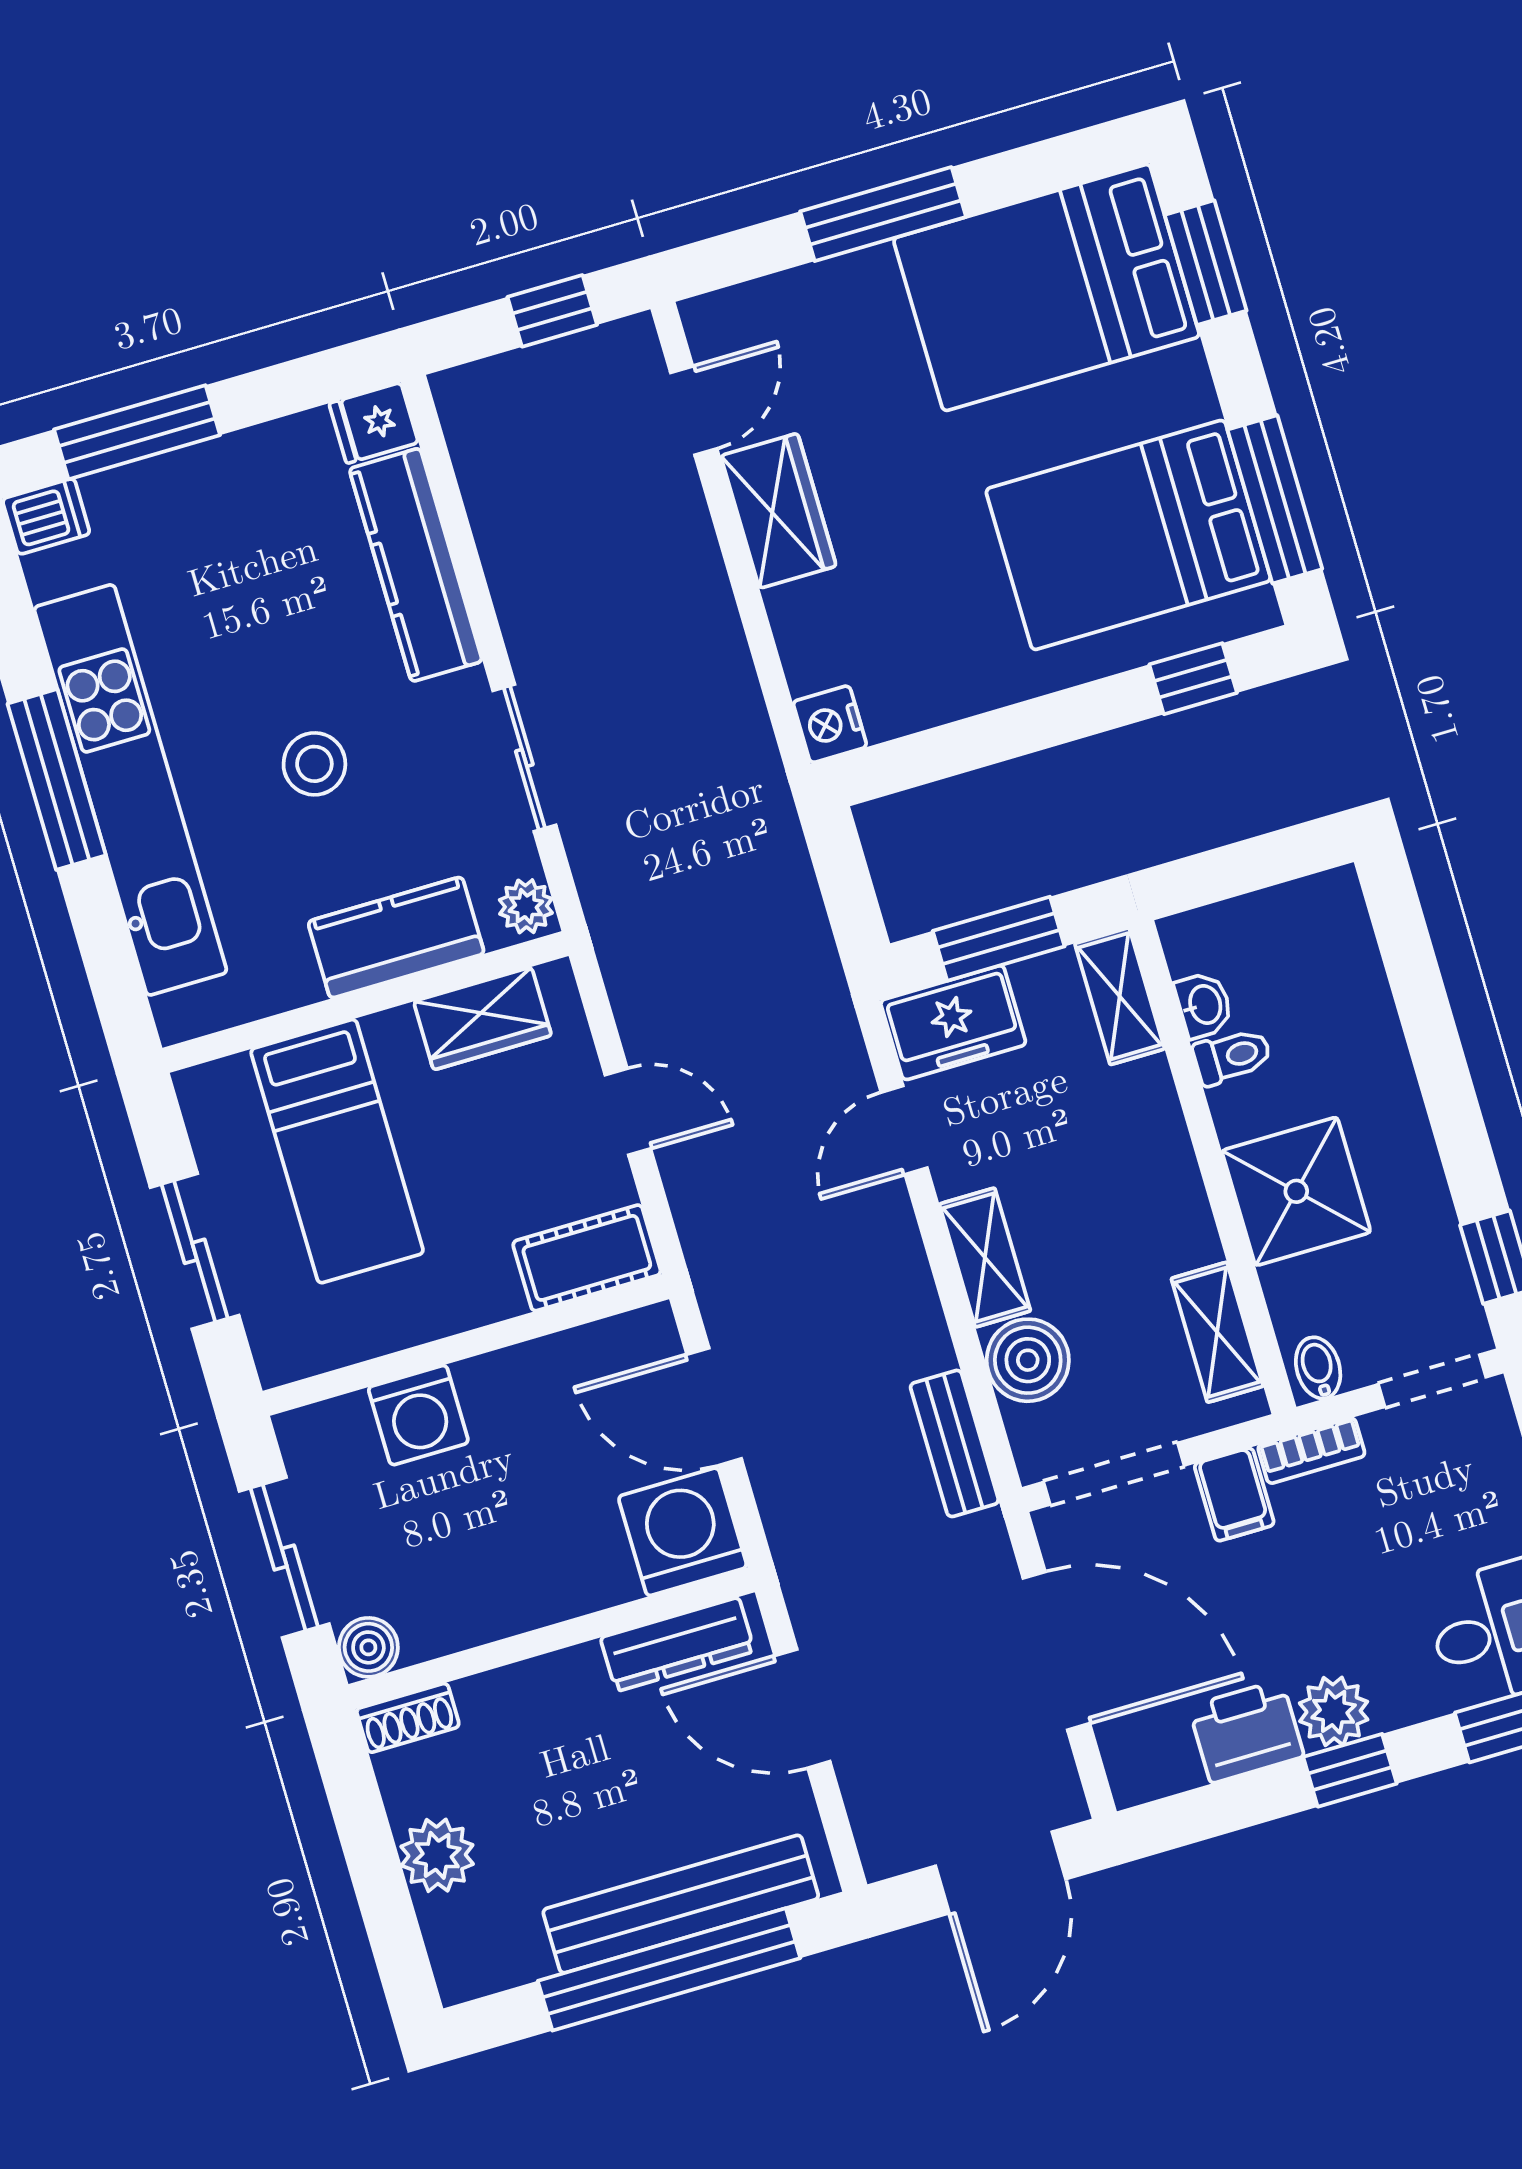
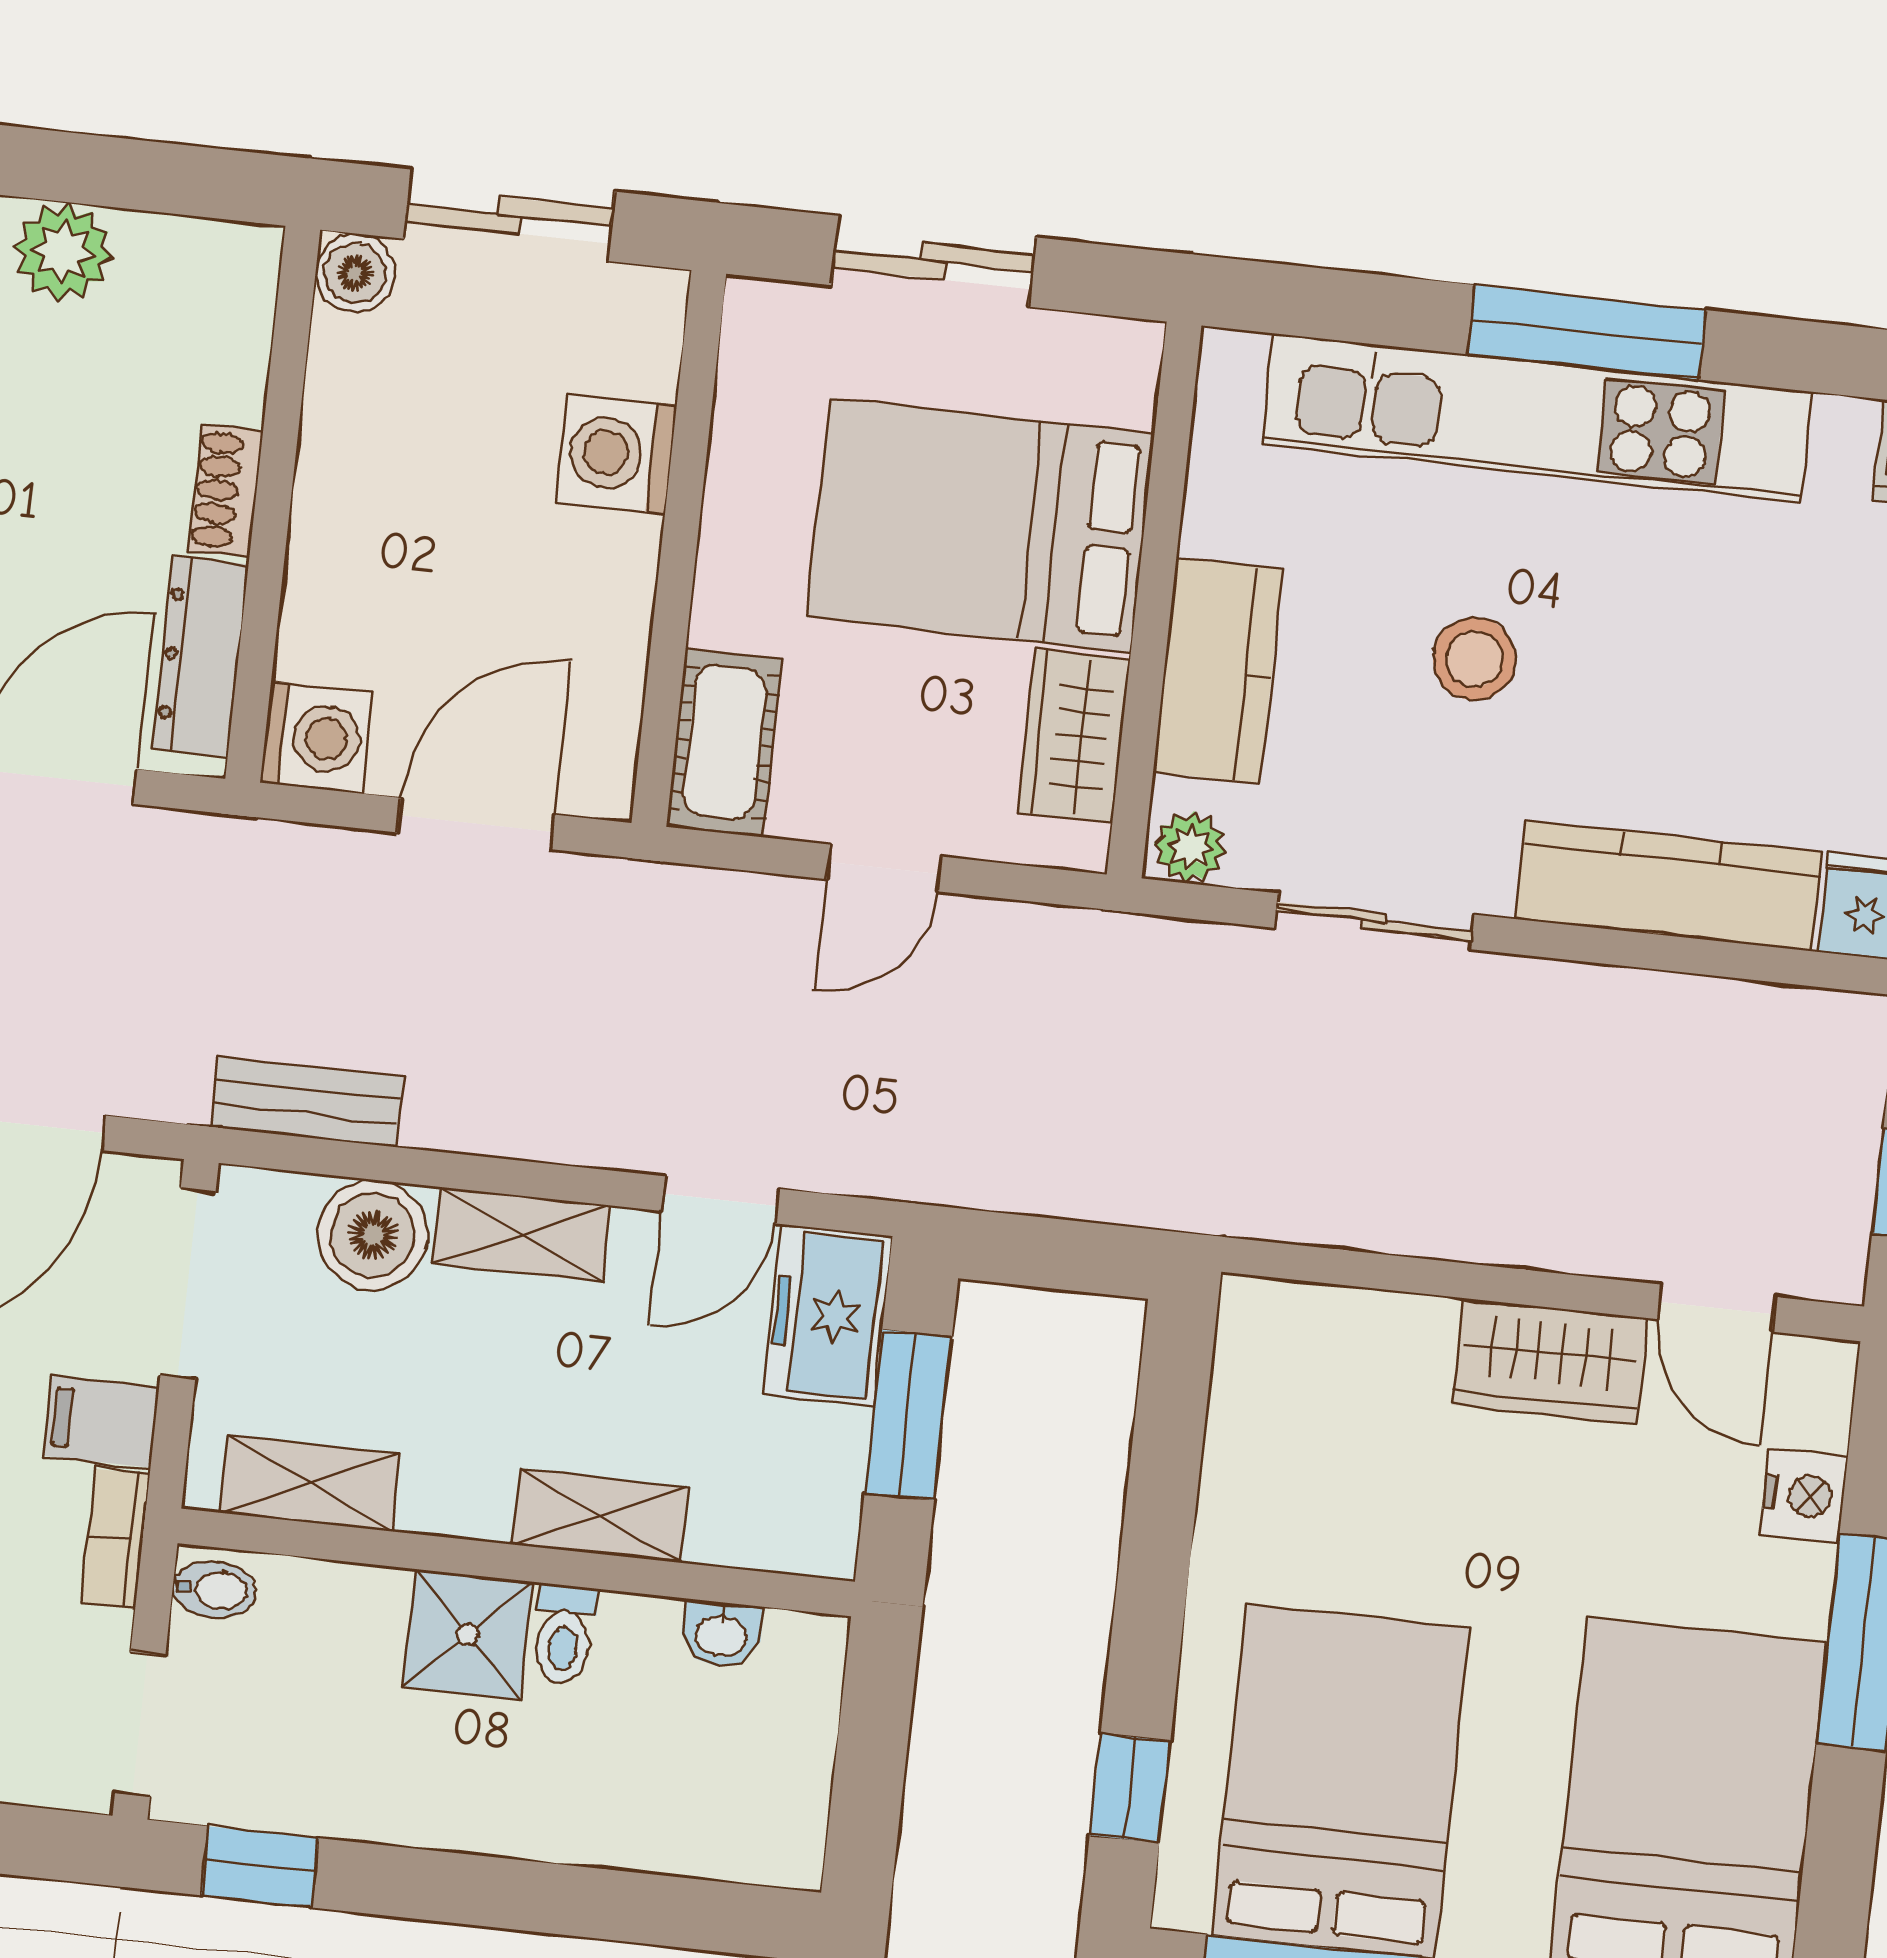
nightstand: (830, 724) -> (1804, 1496), moved, turned 90
shelving: (1120, 996) -> (600, 1516), moved
toilet: (1232, 1056) -> (564, 1634), moved
door: (904, 1130) -> (720, 1200), swing flipped
bed: (337, 1151) -> (980, 525), width x1.50
shower: (1296, 1191) -> (467, 1634), width x0.73, depth x0.73
washing machine: (683, 1532) -> (316, 737), width x0.73, depth x0.73
shoe rack: (408, 1718) -> (226, 491), moved

